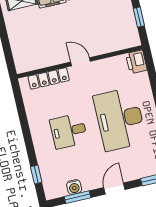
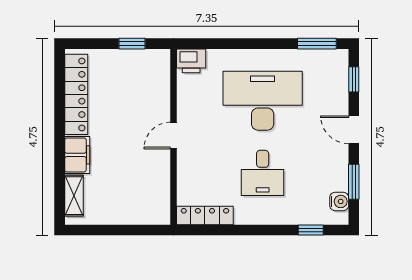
locker: (49, 78) -> (205, 215), moved, turned -90
desk: (120, 119) -> (263, 101), turned 180
water cooler: (74, 187) -> (339, 201), moved

